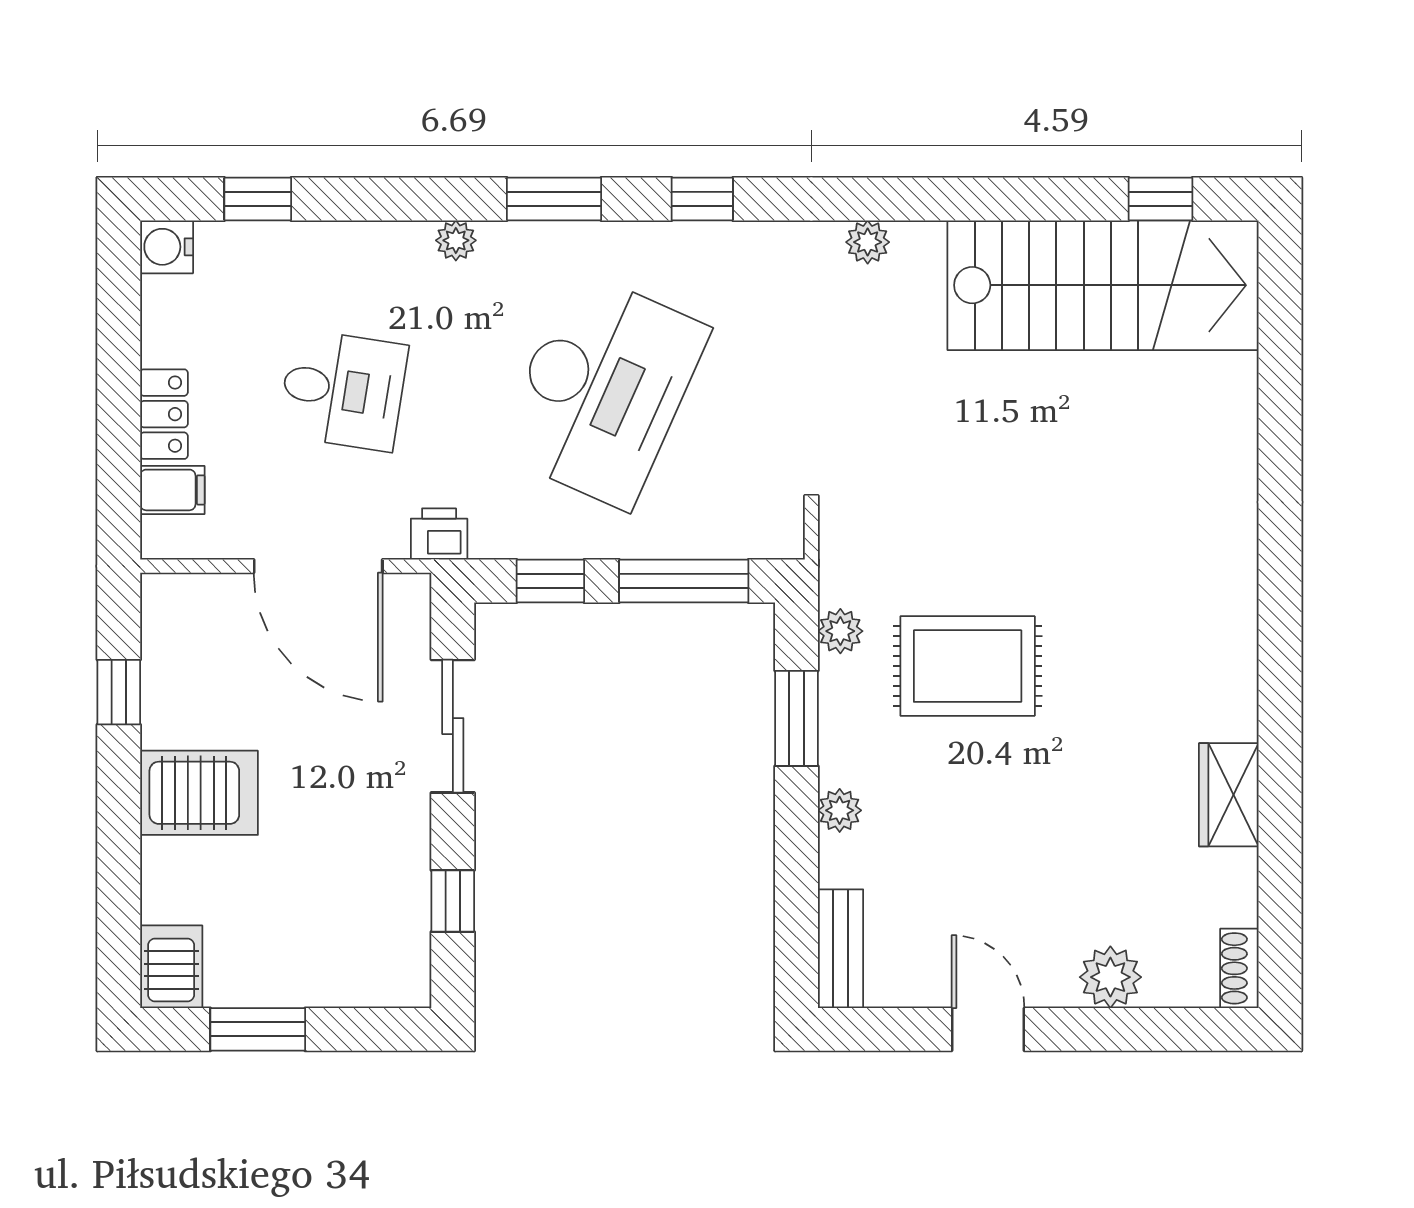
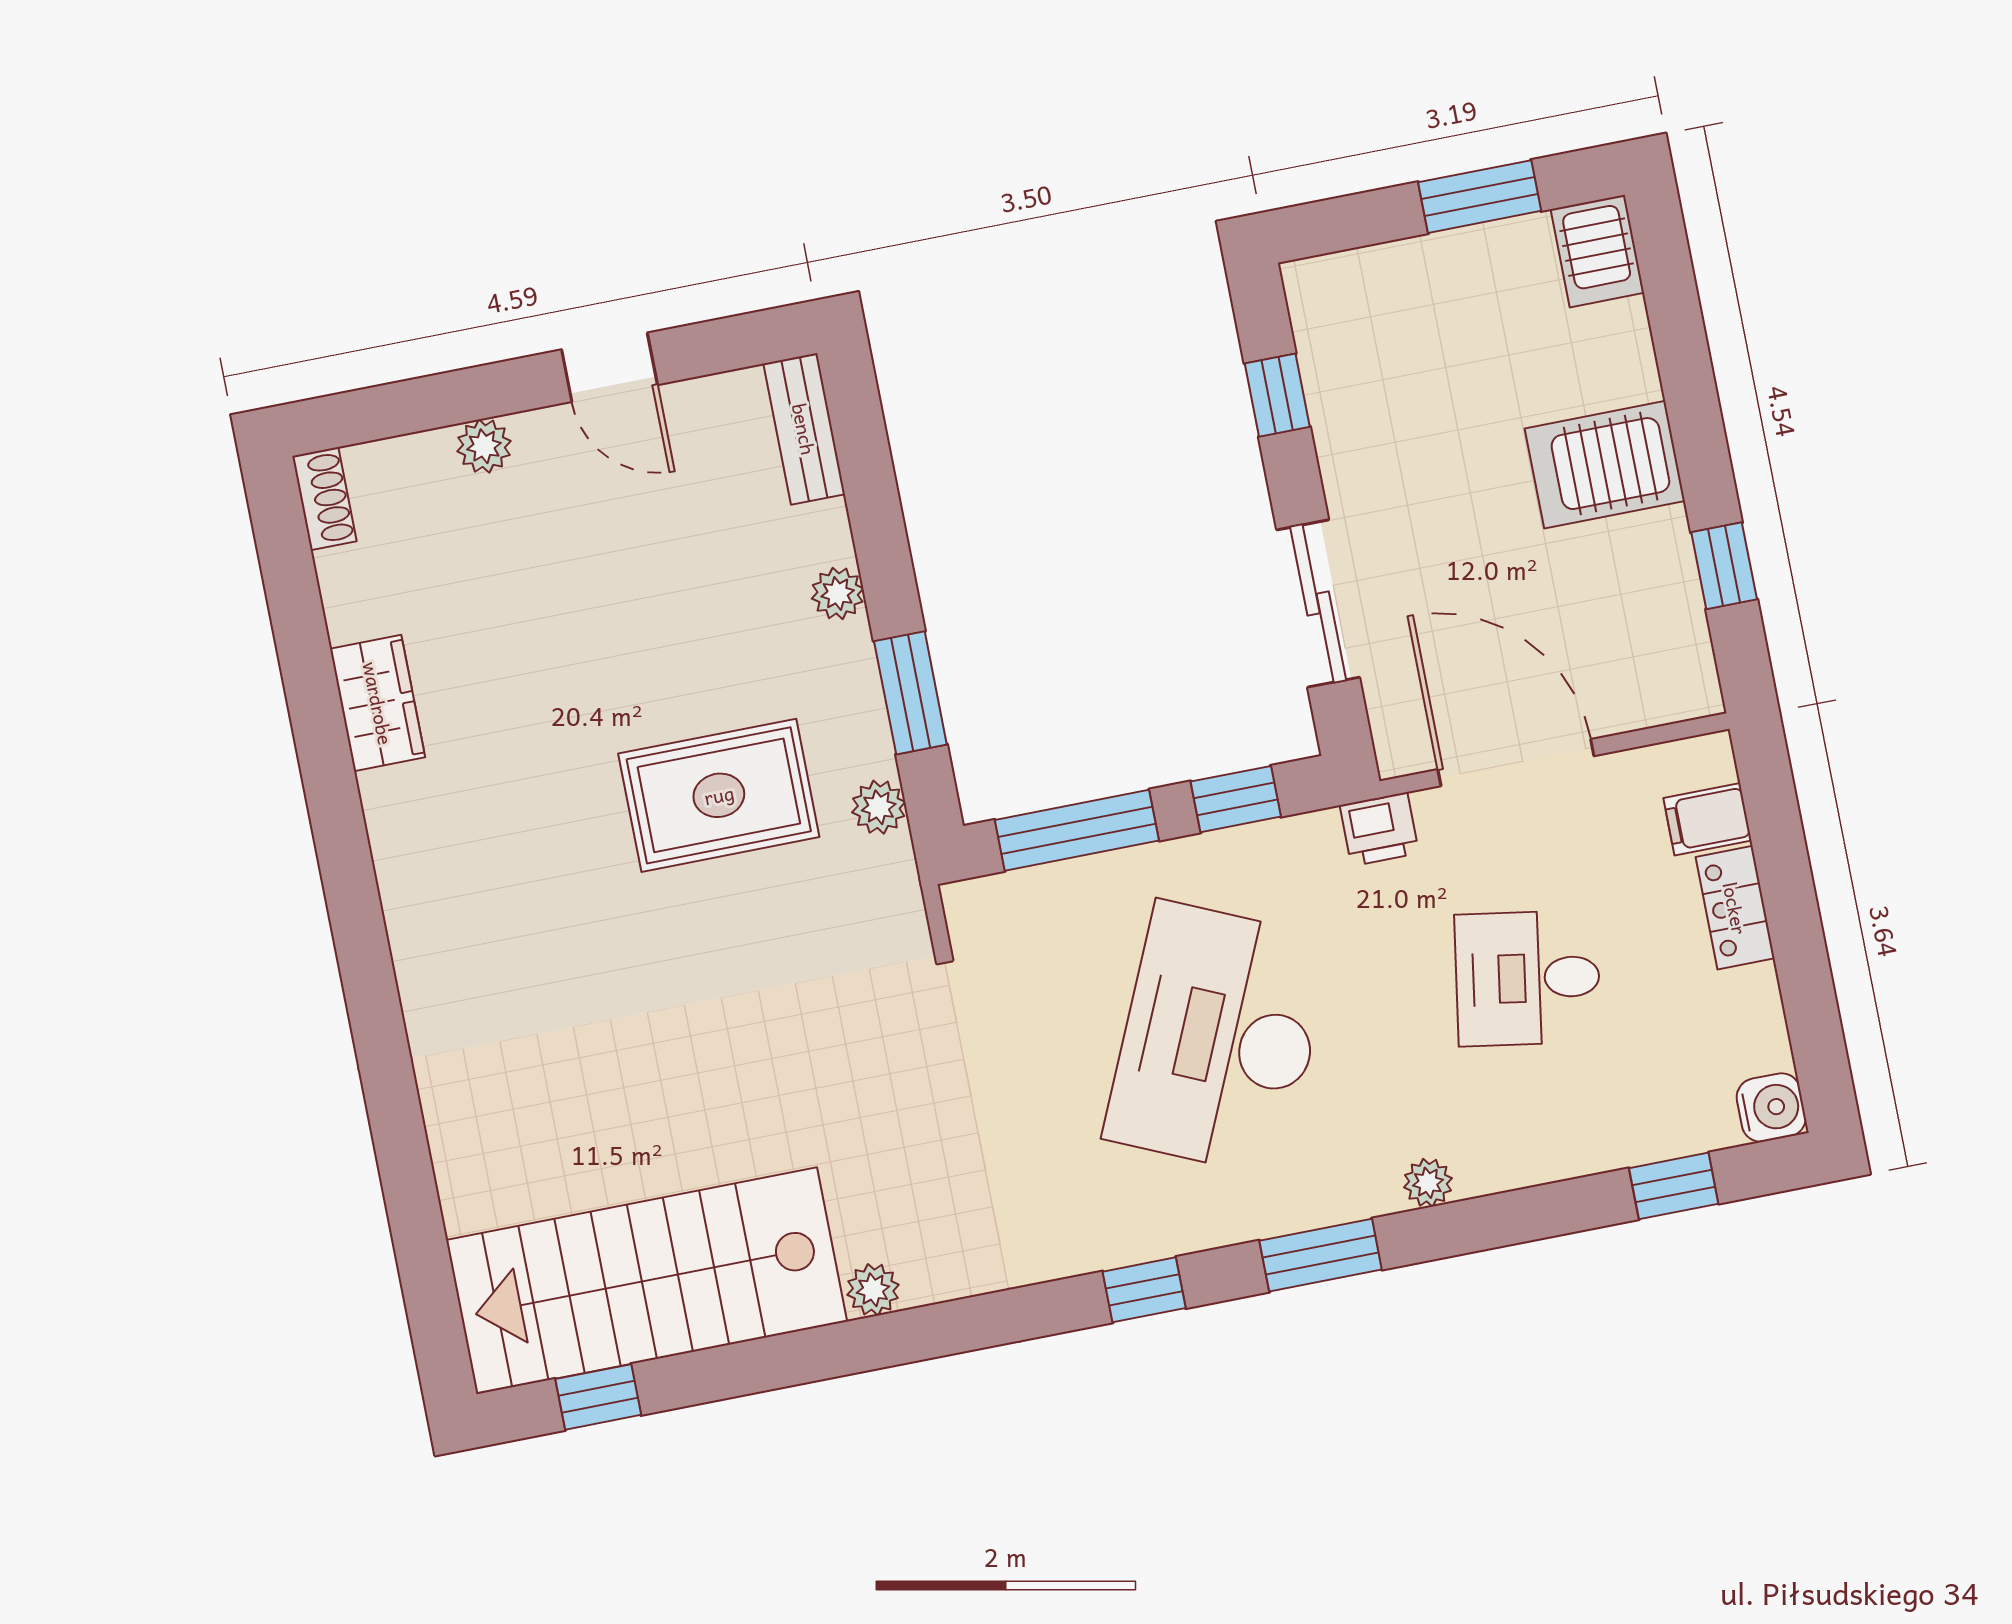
plant: (868, 242) -> (873, 1290), moved
plant: (1110, 977) -> (484, 446), width x0.73, depth x0.73

